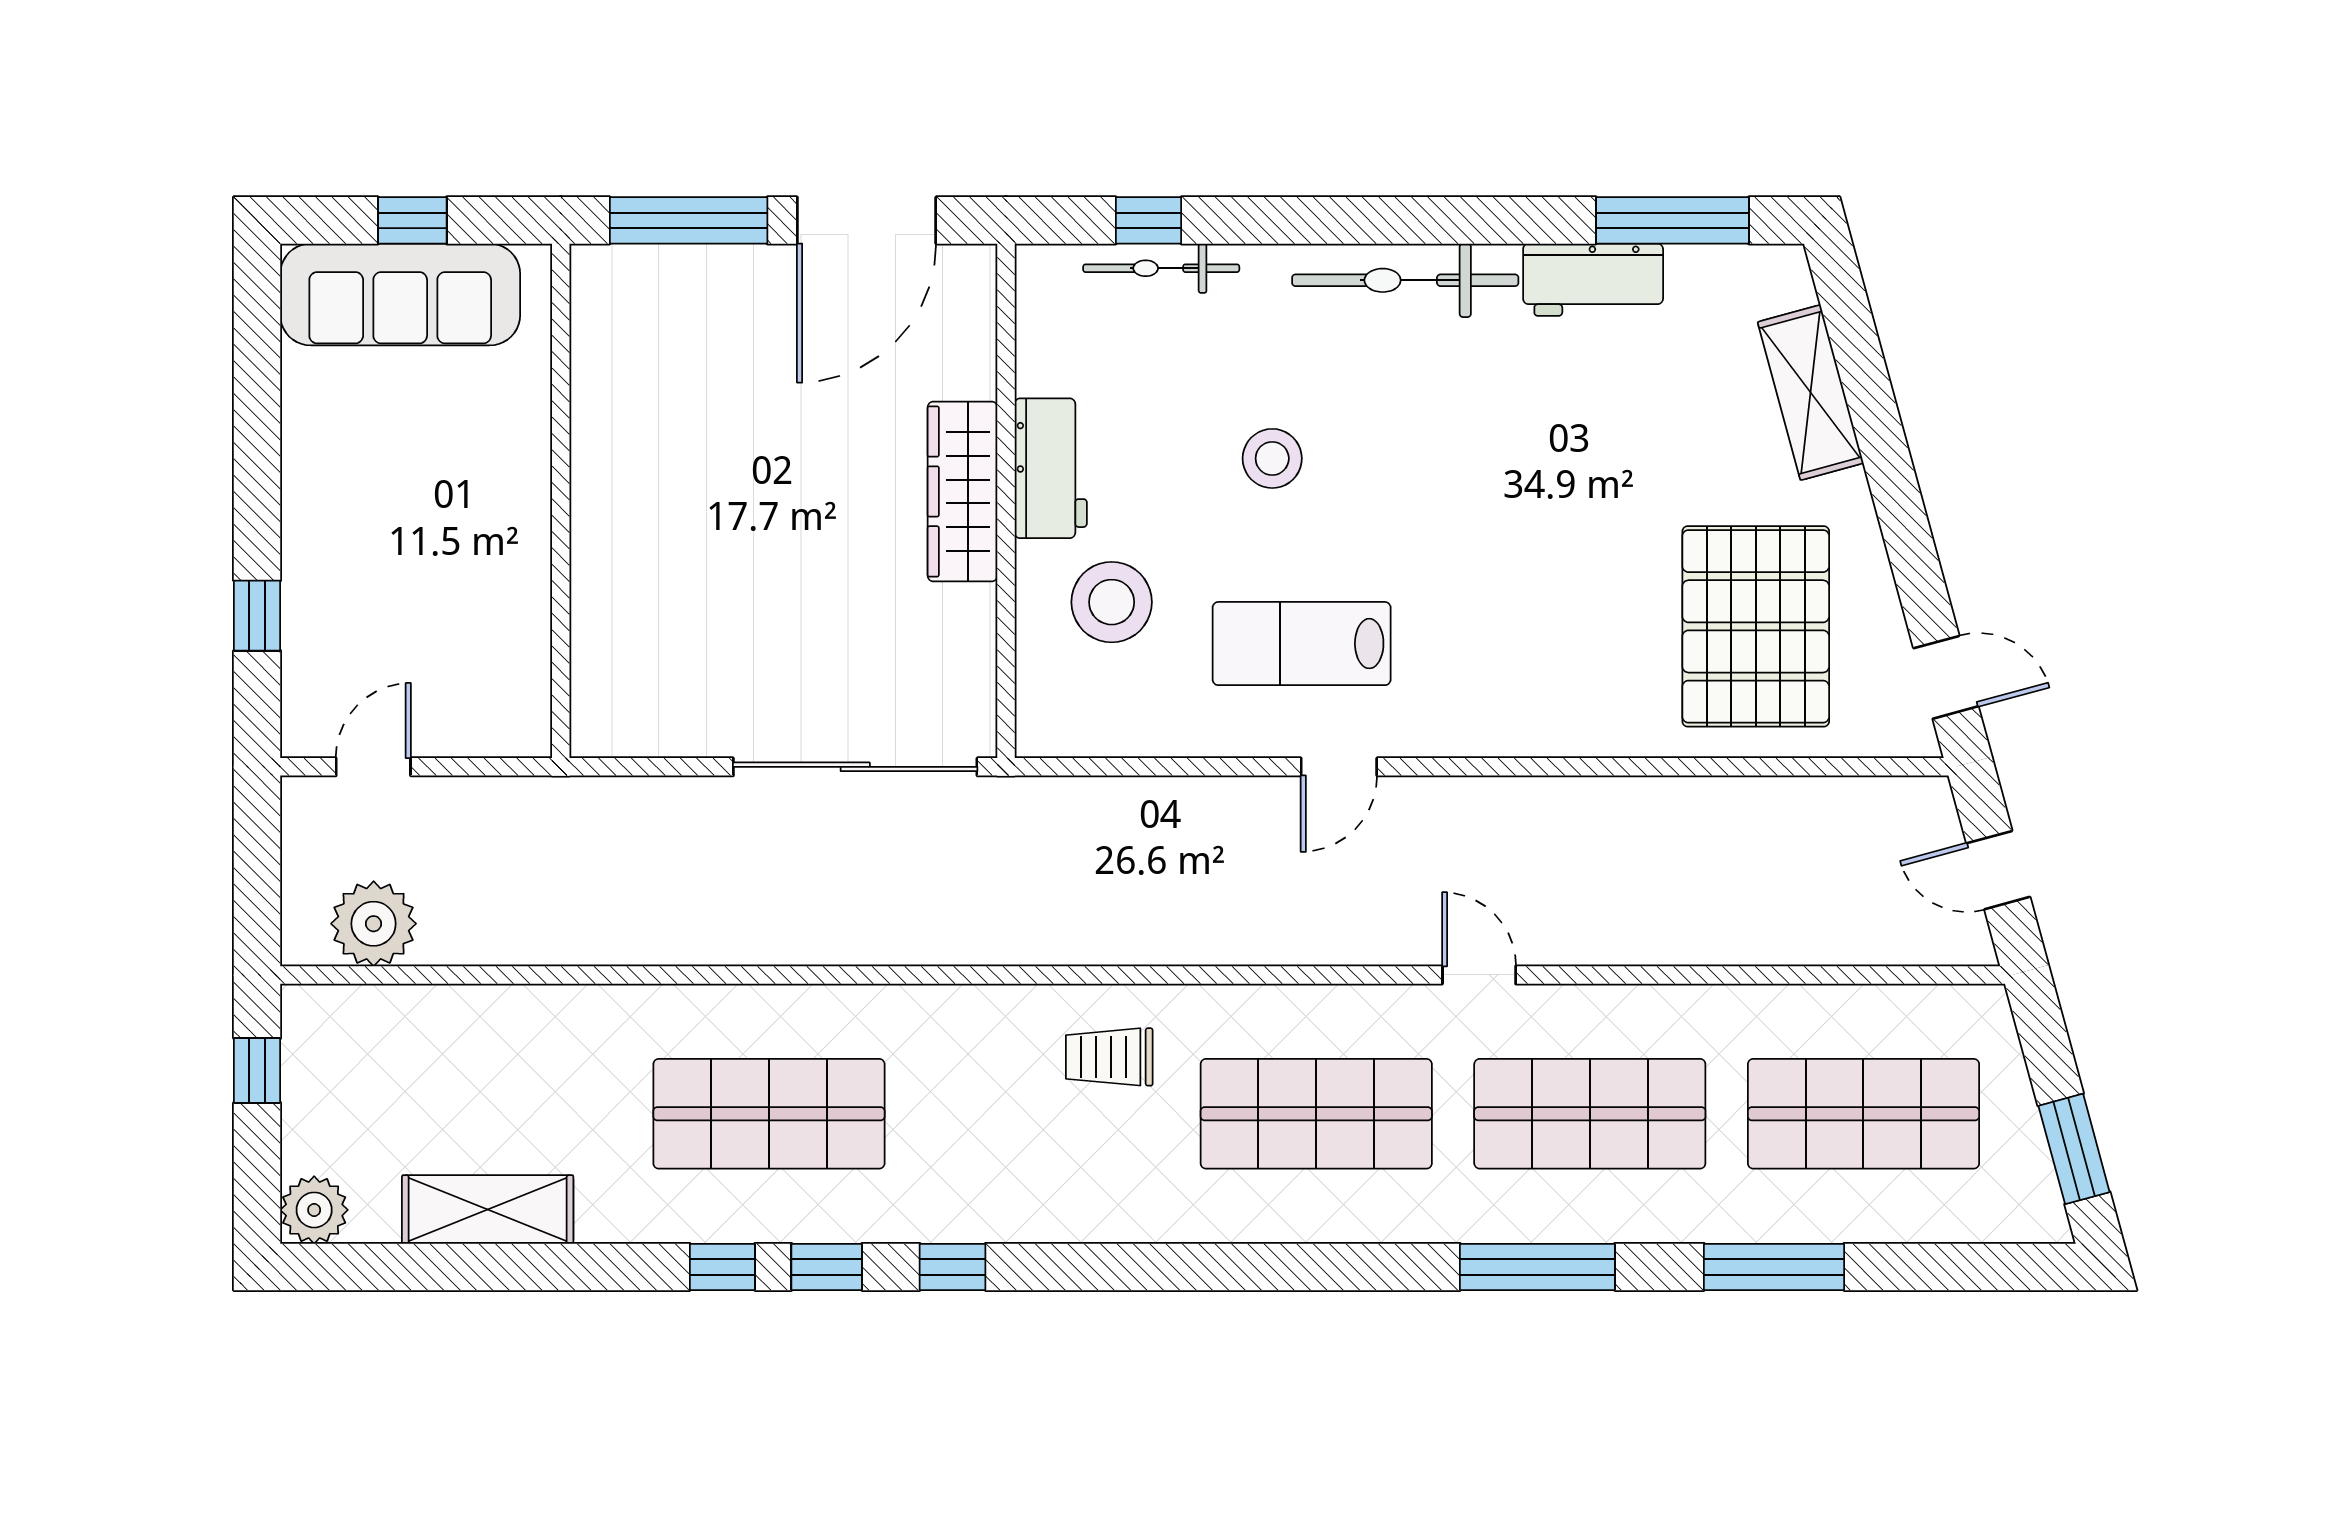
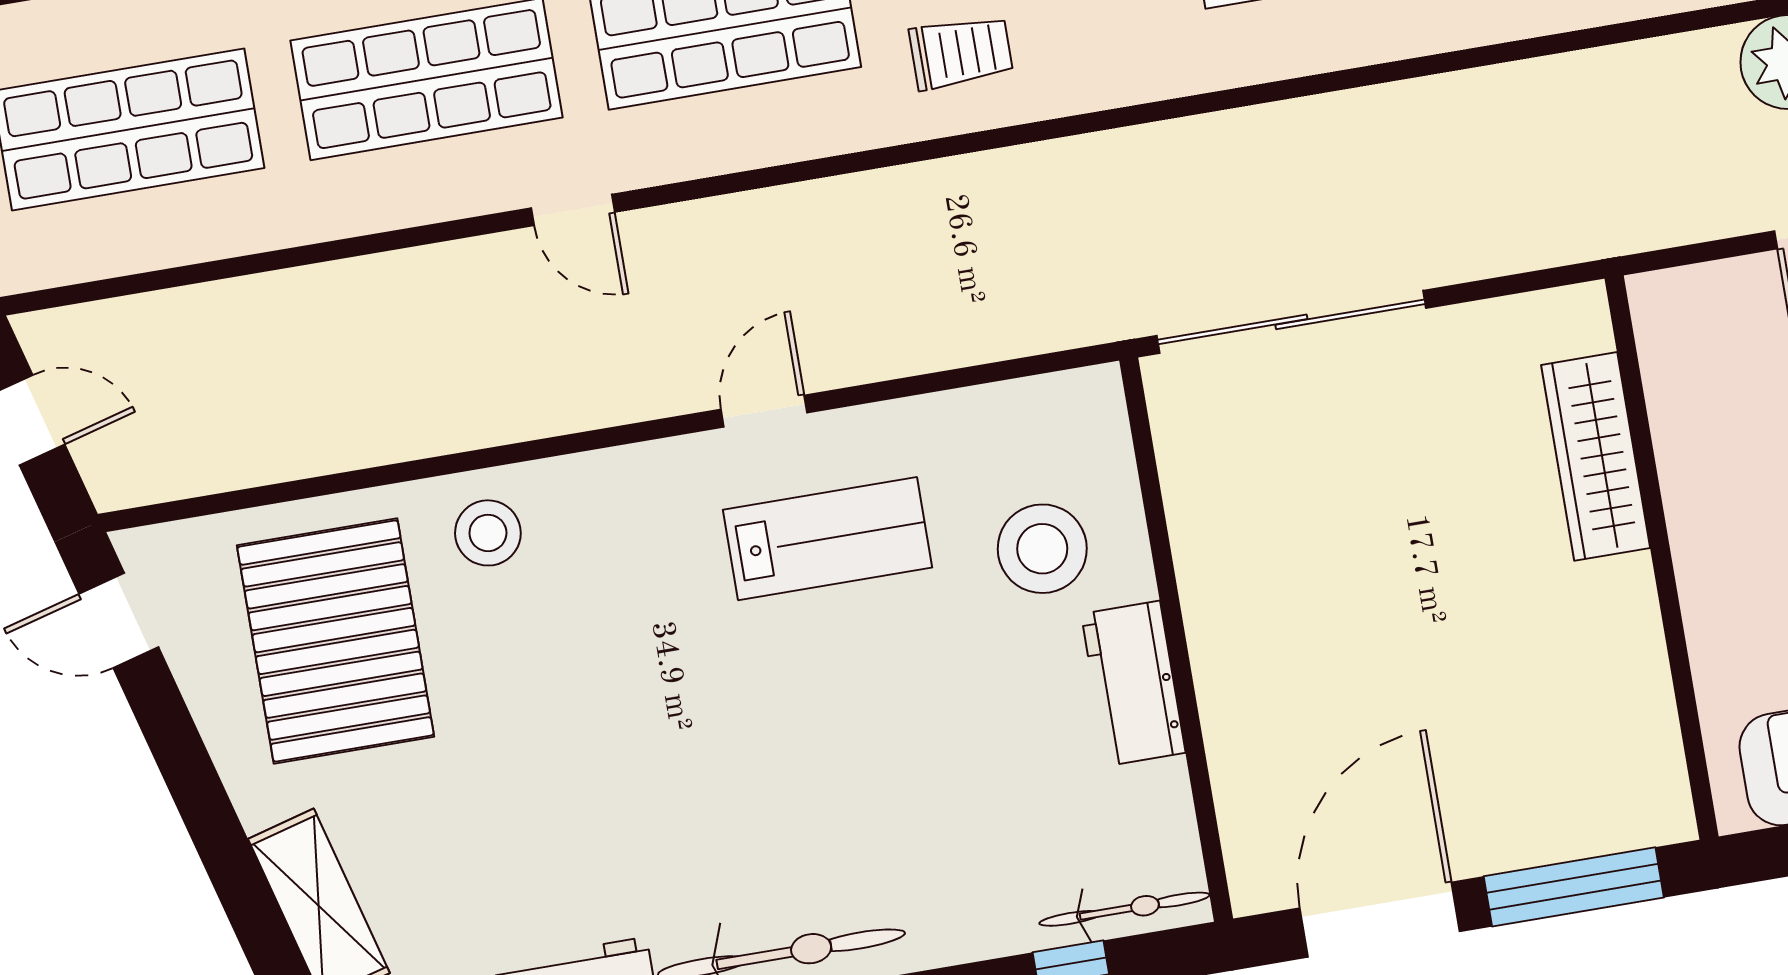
bicycle: (1161, 268) -> (1125, 909), moved
stool: (1272, 458) -> (488, 533), moved
wardrobe: (962, 491) -> (1596, 456), moved, turned 180

